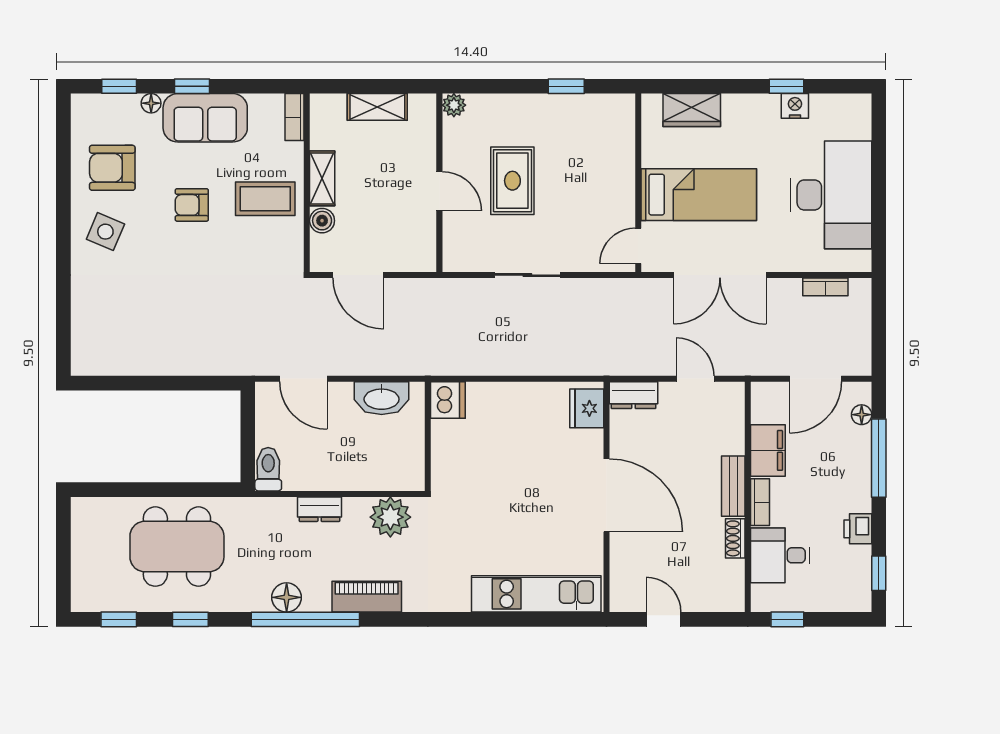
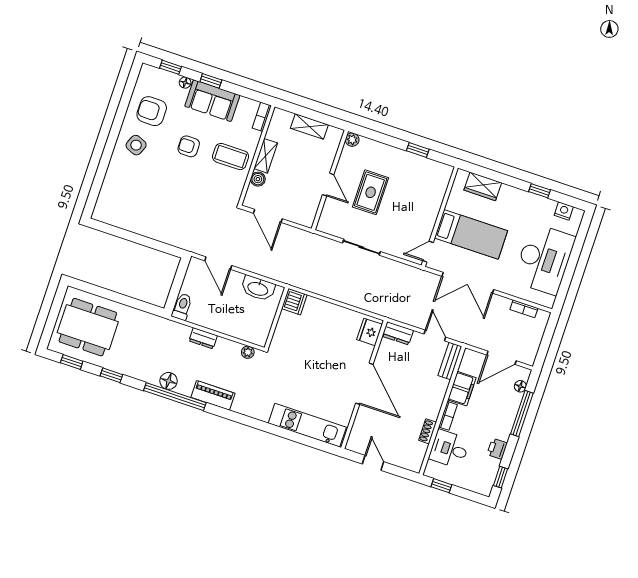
nightstand: (795, 106) -> (564, 211), moved
bench: (733, 486) -> (450, 361), moved
plant: (390, 517) -> (248, 352), width x0.53, depth x0.53
dining table: (177, 547) -> (88, 327), moved

